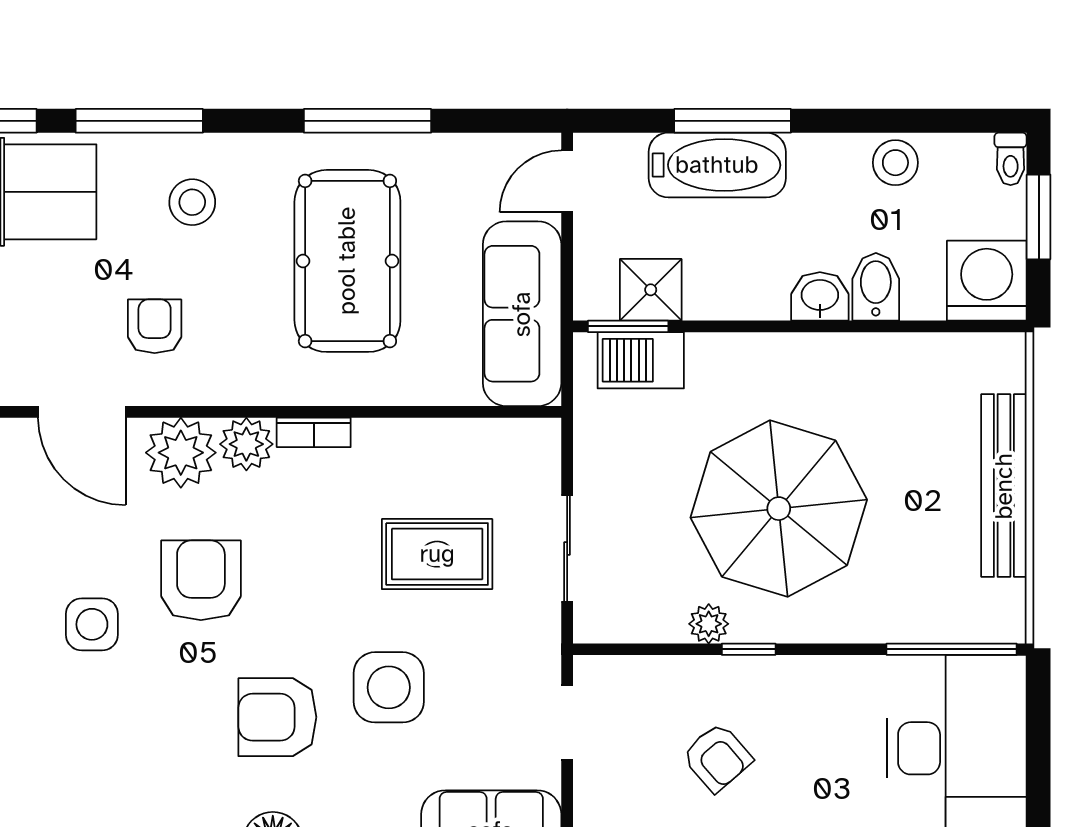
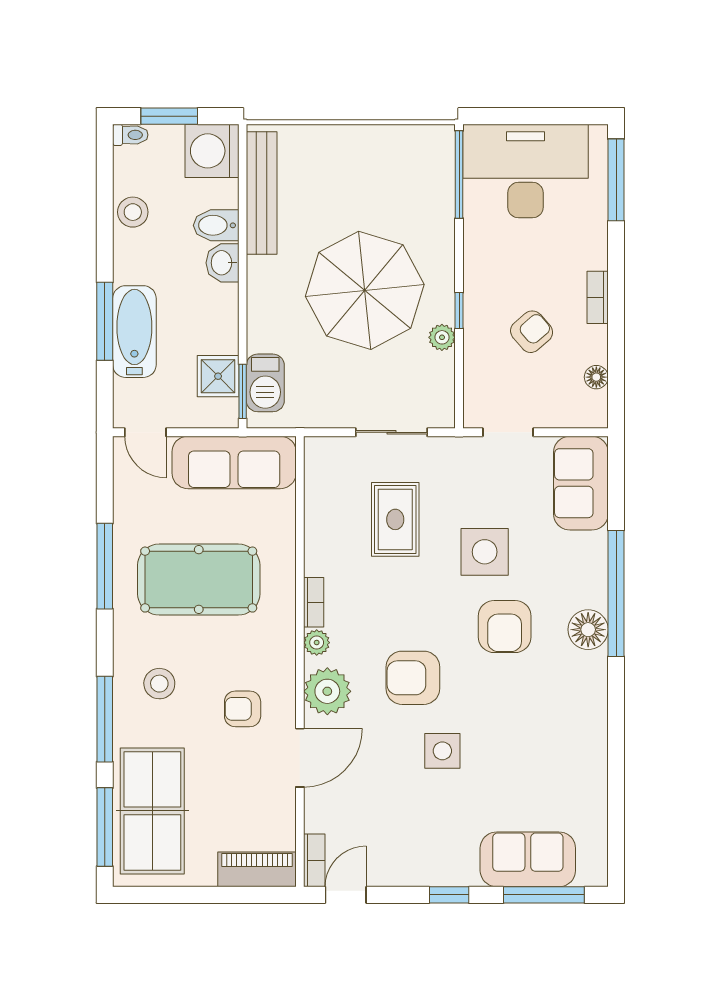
plant: (246, 444) -> (317, 643), width x0.73, depth x0.73
bench: (1004, 486) -> (262, 193), moved, turned 90

